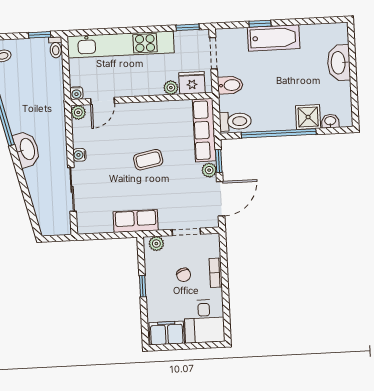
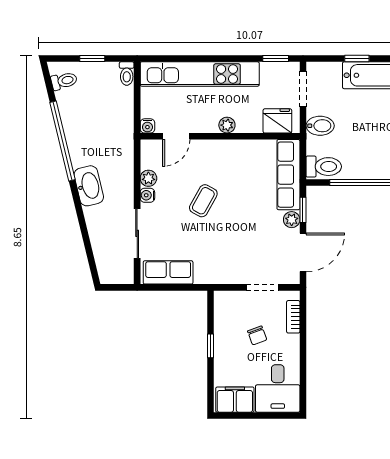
window: (40, 35) -> (92, 59), moved
plant: (171, 88) -> (227, 125), moved
plant: (78, 112) -> (148, 178), moved
coffee table: (148, 160) -> (203, 201), moved, turned -50
row of seats: (136, 221) -> (168, 272), moved
plant: (156, 244) -> (228, 299), removed
bookcase: (216, 273) -> (293, 317), moved

